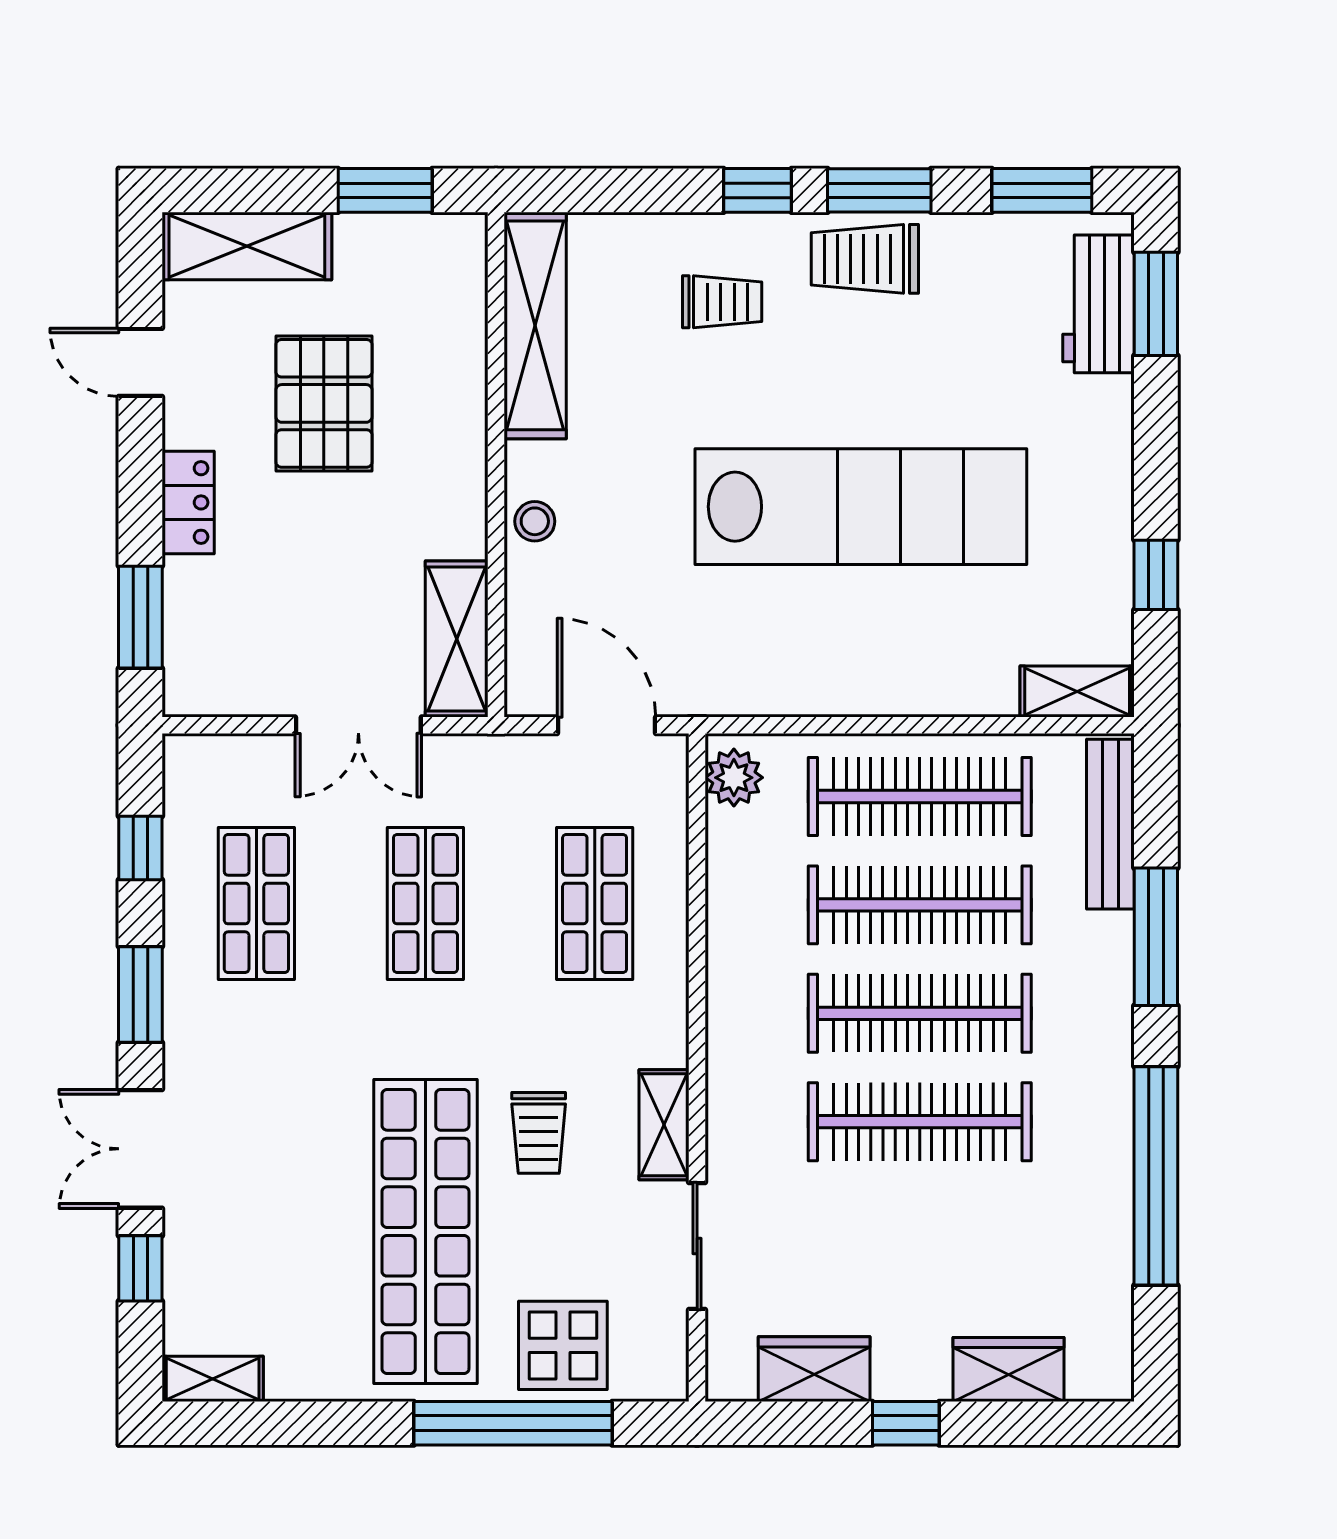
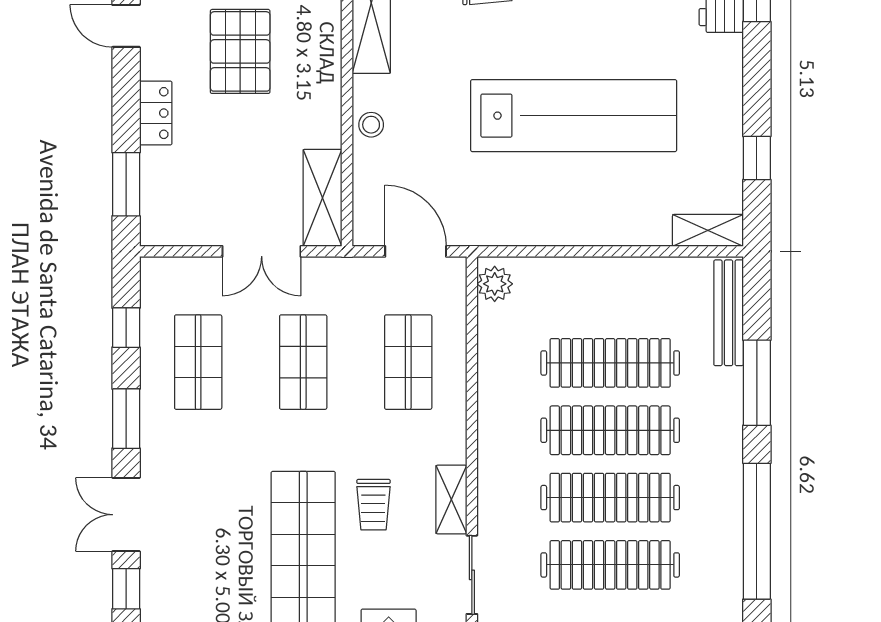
clothes rail: (920, 796) -> (610, 565), moved

